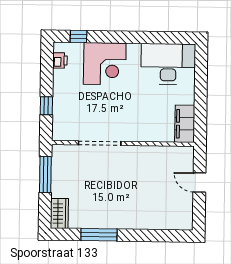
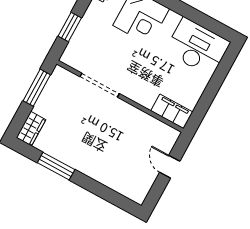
window: (46, 106) -> (70, 27), width x1.50
filing cabinet: (185, 124) -> (172, 111), moved, turned 90

